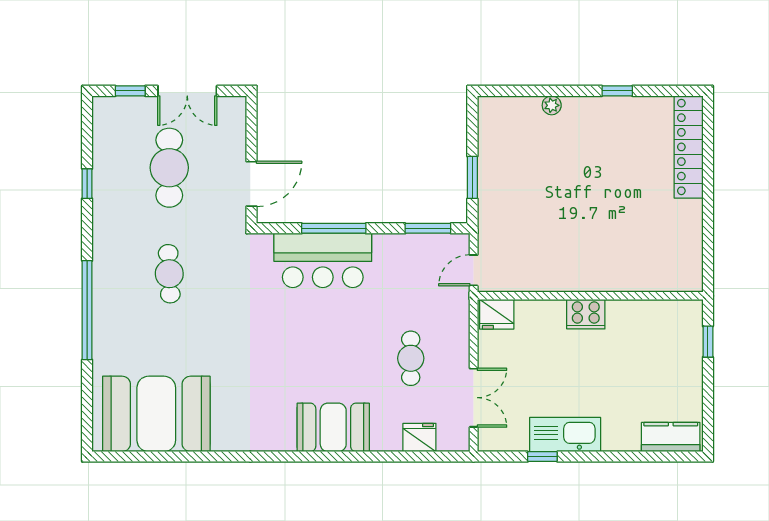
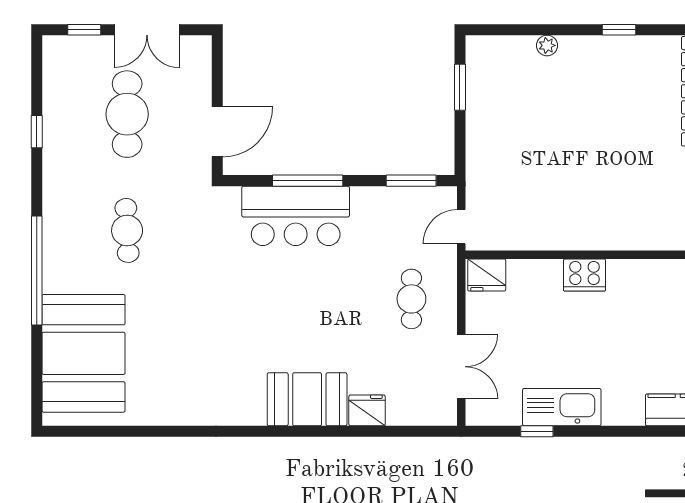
window: (472, 177) -> (460, 87), moved
cafe table: (411, 358) -> (411, 299), moved
booth: (156, 414) -> (84, 353), moved, turned 90
fridge: (419, 437) -> (367, 410), moved

